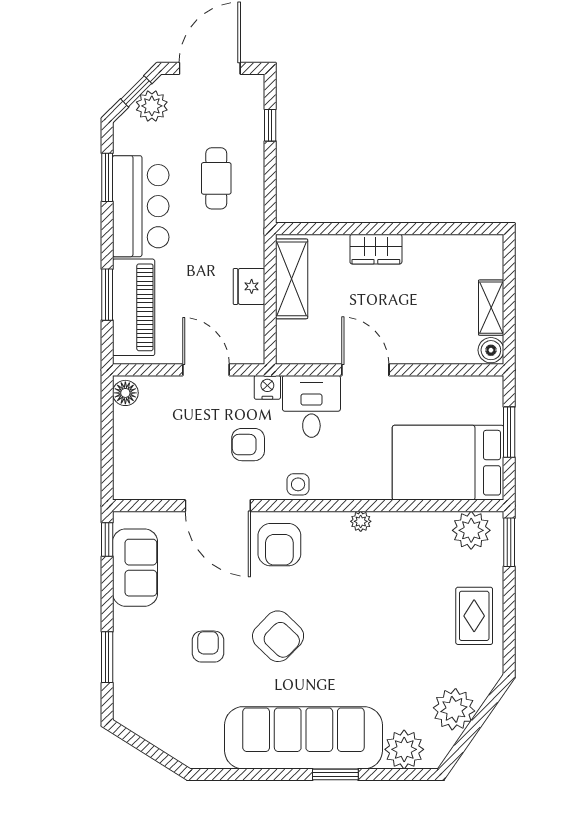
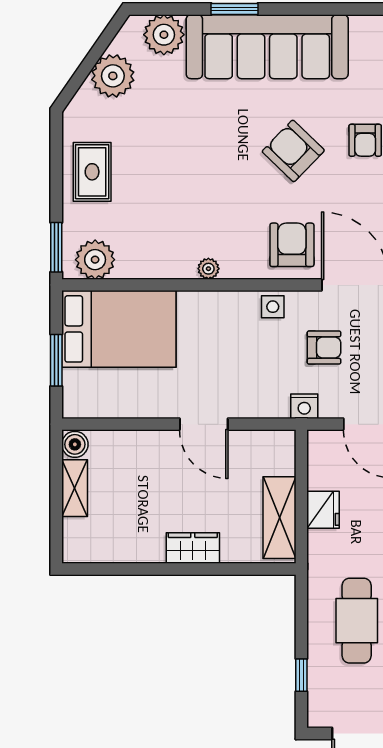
cafe table: (216, 178) -> (357, 621), width x1.37, depth x1.35
desk: (311, 406) -> (259, 387), removed

